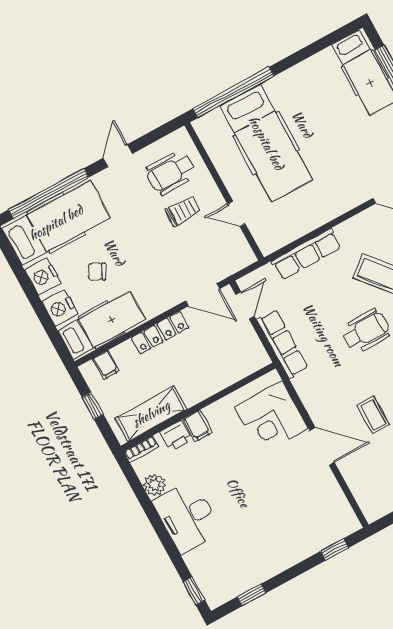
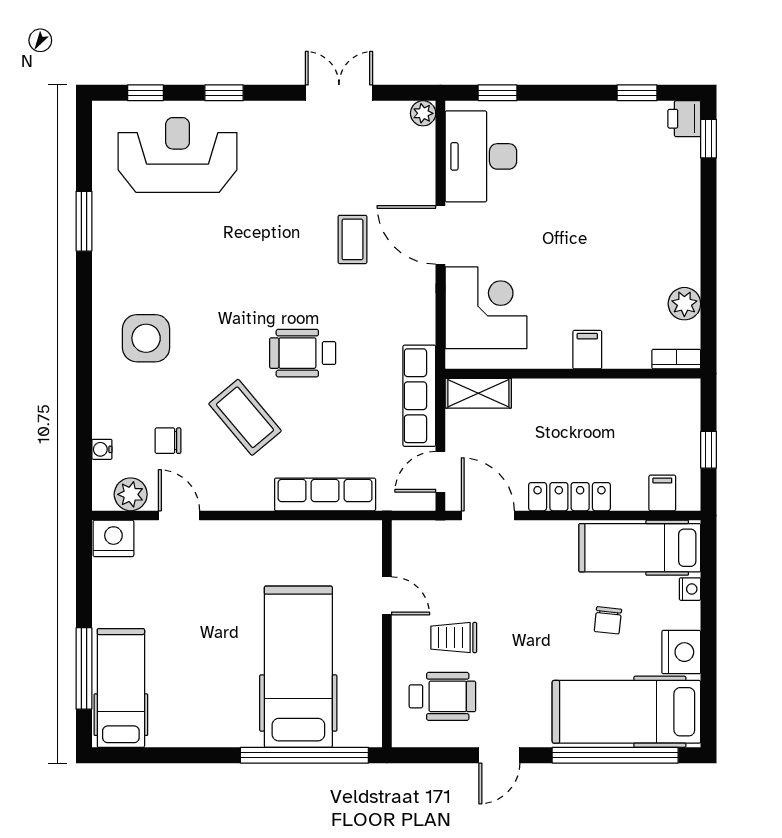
chair: (97, 271) -> (608, 620), turned 68
nightstand: (60, 308) -> (690, 589), width x0.53, depth x0.56
shelving: (151, 414) -> (478, 393), moved, width x0.67, depth x0.75
printer: (176, 436) -> (684, 119), moved, turned -90
plant: (372, 513) -> (423, 113), added
desk: (187, 517) -> (481, 156), moved, turned 180

